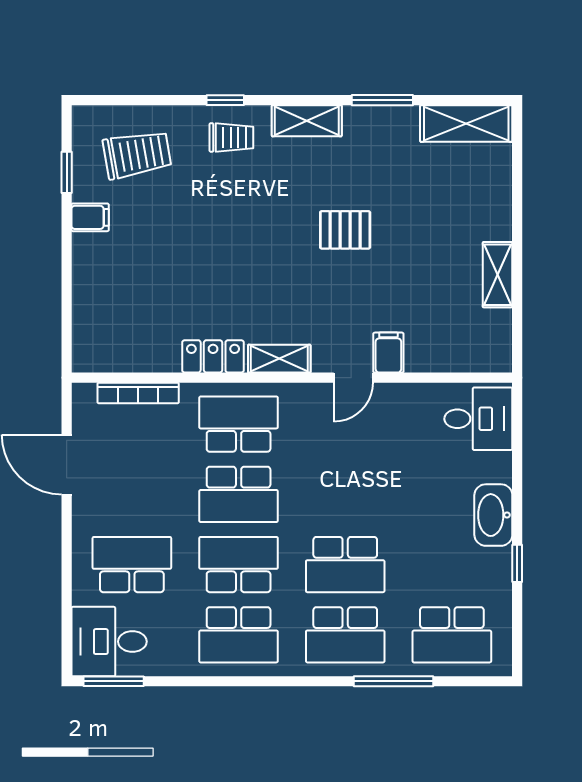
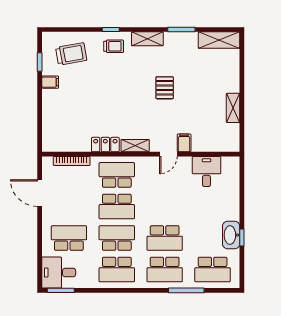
pallet: (345, 230) -> (165, 88), turned 90
desk: (478, 419) -> (206, 172), moved, turned -90
washbasin: (493, 515) -> (231, 235), moved

